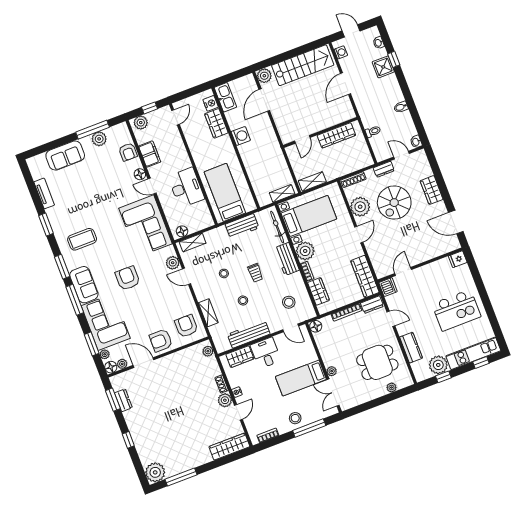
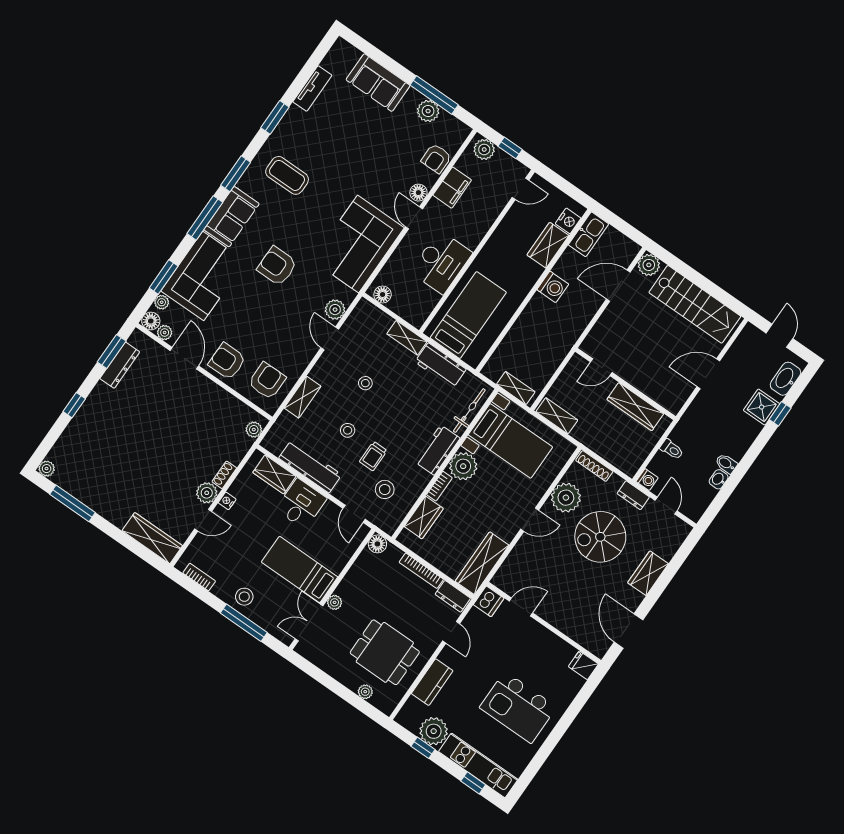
washbasin: (378, 43) -> (785, 379), width x1.91, depth x1.45
washing machine: (341, 52) -> (647, 480), moved
washbasin: (416, 142) -> (719, 479), moved
shelving: (193, 243) -> (407, 338), moved
trolley: (255, 273) -> (373, 456), moved
armchair: (128, 278) -> (277, 266), turned -90
dresser: (123, 400) -> (120, 365), width x1.44
plant: (155, 472) -> (47, 469), width x0.53, depth x0.53

